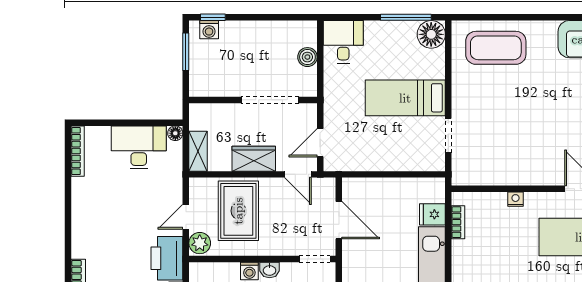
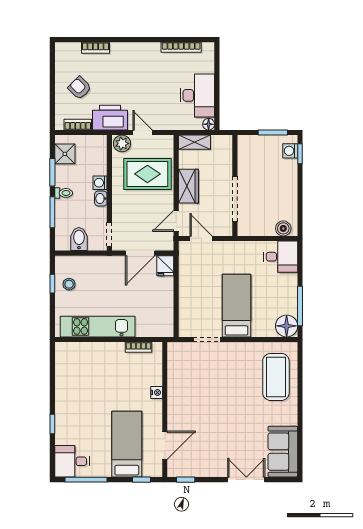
boiler: (307, 57) -> (283, 228), moved
bookcase: (78, 151) -> (181, 47), moved
fridge: (432, 214) -> (165, 266), moved, turned 180

